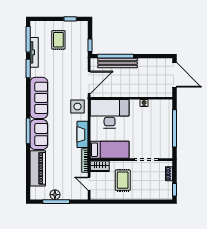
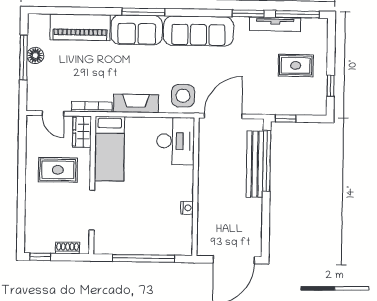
door: (89, 82) -> (223, 116), swing flipped
desk: (110, 114) -> (176, 141), width x0.73, depth x0.77
door: (89, 184) -> (53, 113), swing flipped

